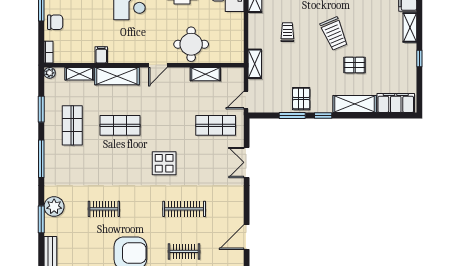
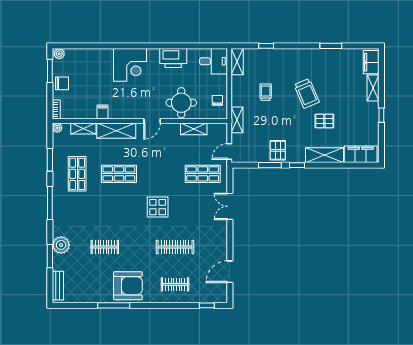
chair: (232, 42) -> (217, 100), added

